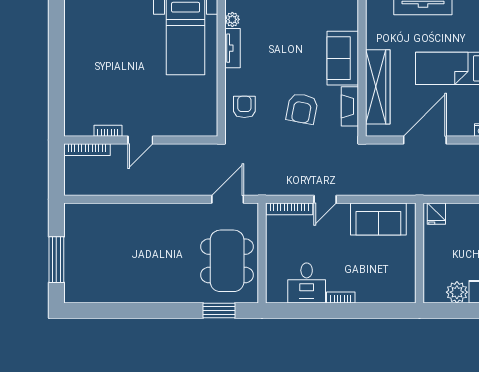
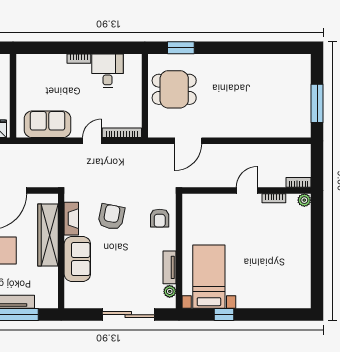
plant: (72, 128) -> (304, 200), added
bookcase: (87, 150) -> (298, 182), width x0.64
door: (228, 199) -> (188, 141), moved
window: (56, 260) -> (317, 103), moved
dining table: (227, 261) -> (174, 89), width x0.73

